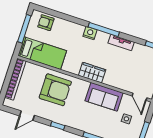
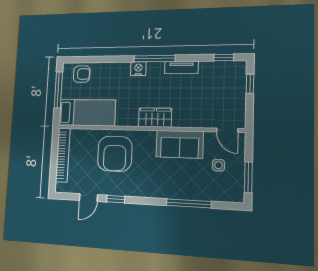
armchair: (46, 23) -> (82, 74), turned 180
armchair: (55, 90) -> (115, 154), turned 90
window: (58, 126) -> (116, 199), moved

